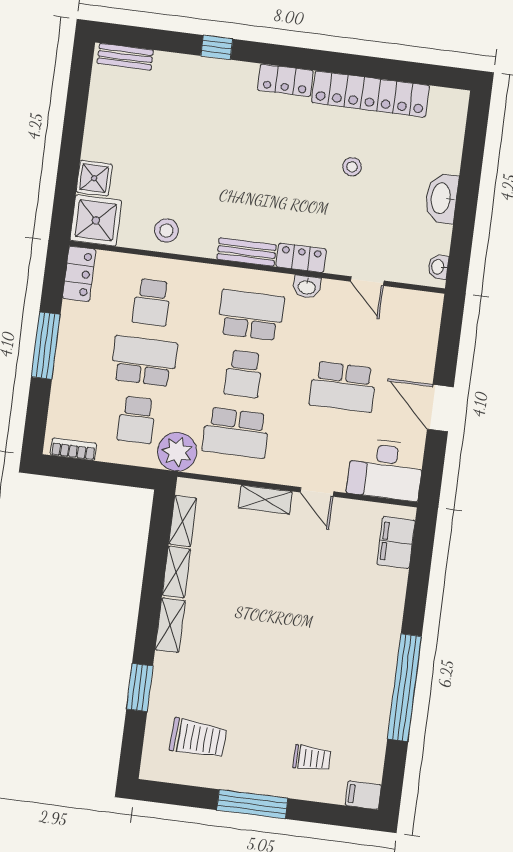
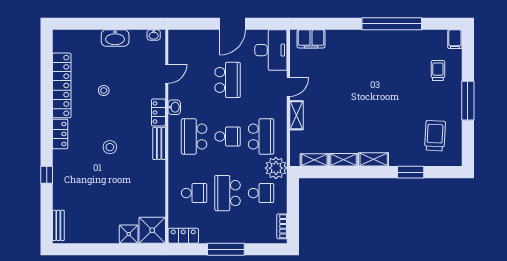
stool: (166, 231) -> (110, 147), moved

